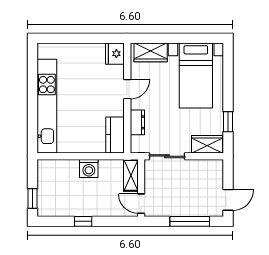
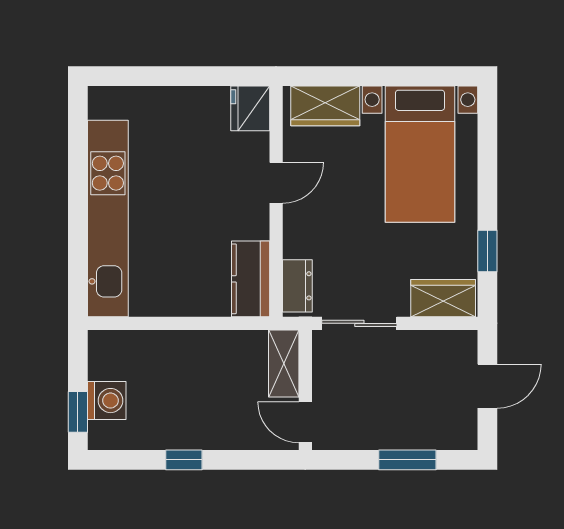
dresser: (137, 122) -> (297, 286), moved
washing machine: (89, 168) -> (107, 401), moved, turned -90
door: (228, 200) -> (487, 386), moved
window: (190, 221) -> (407, 460), width x0.69

